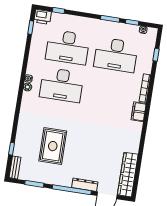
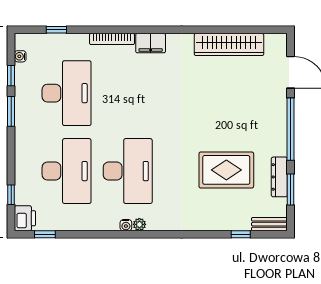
wardrobe: (128, 175) -> (229, 44), moved
dresser: (85, 185) -> (279, 177), moved

